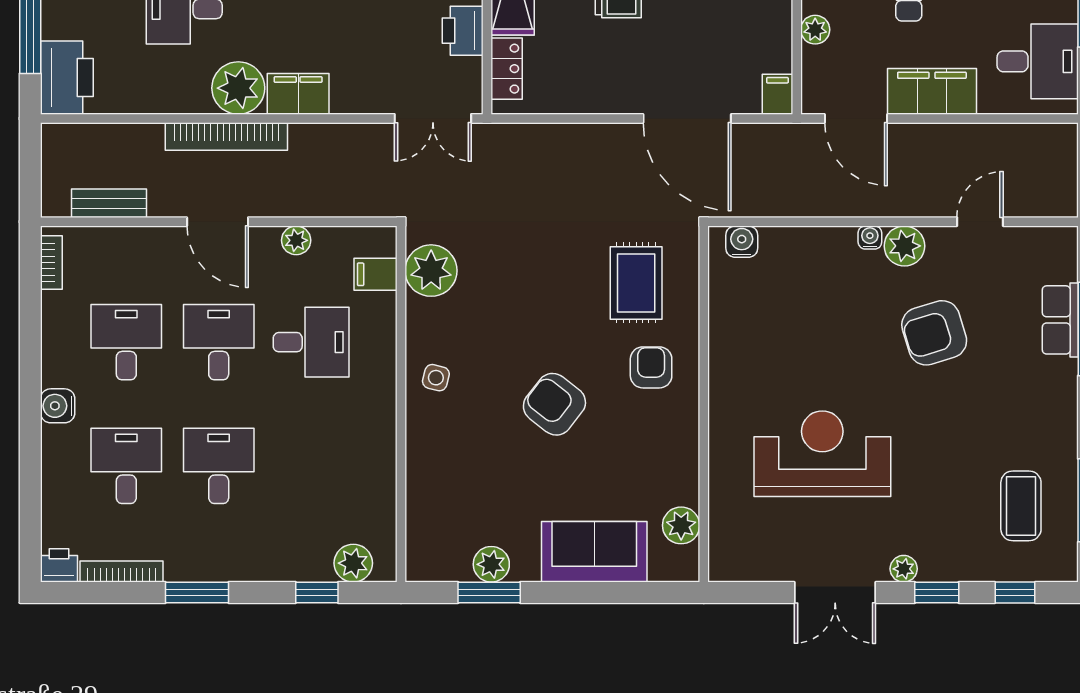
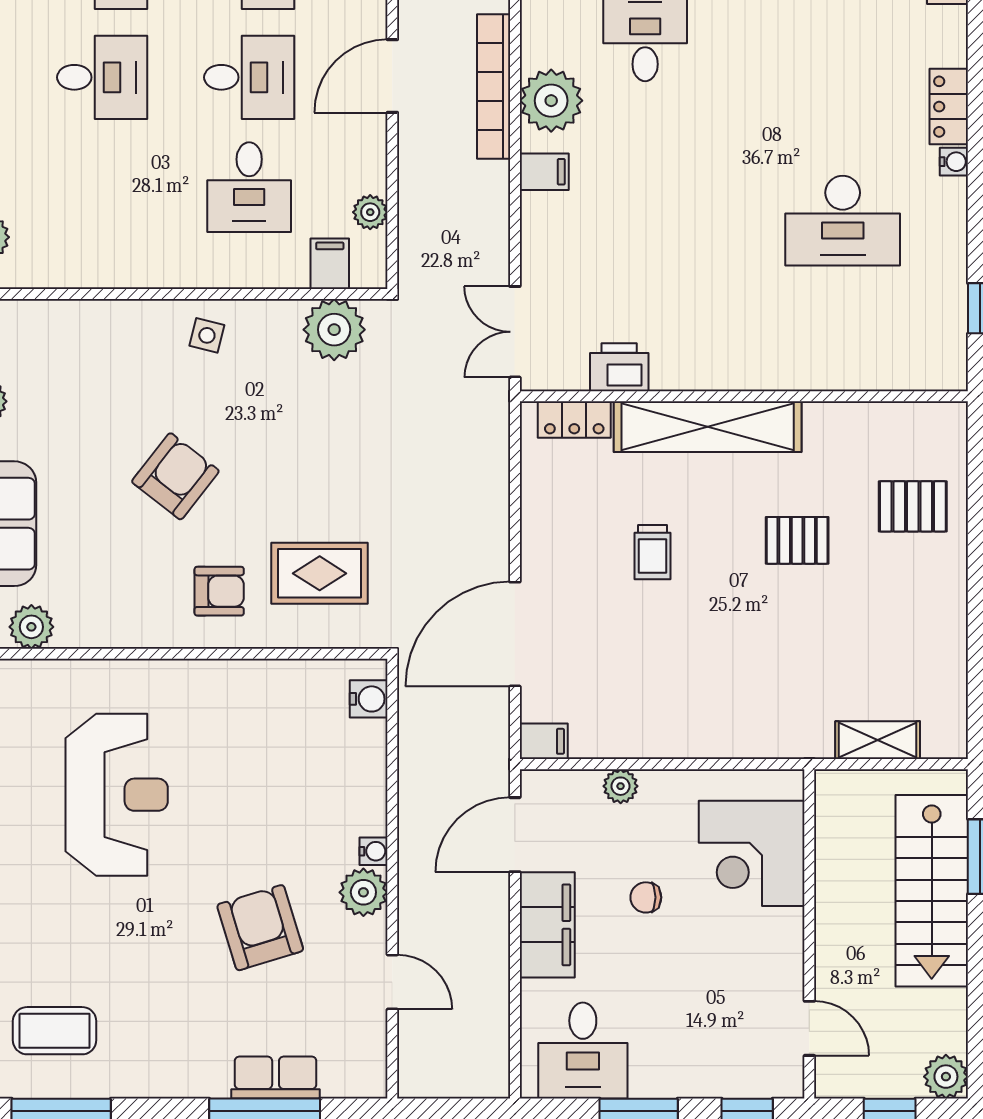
filing cabinet: (298, 94) -> (544, 172), width x0.50
plant: (296, 240) -> (370, 212), moved

